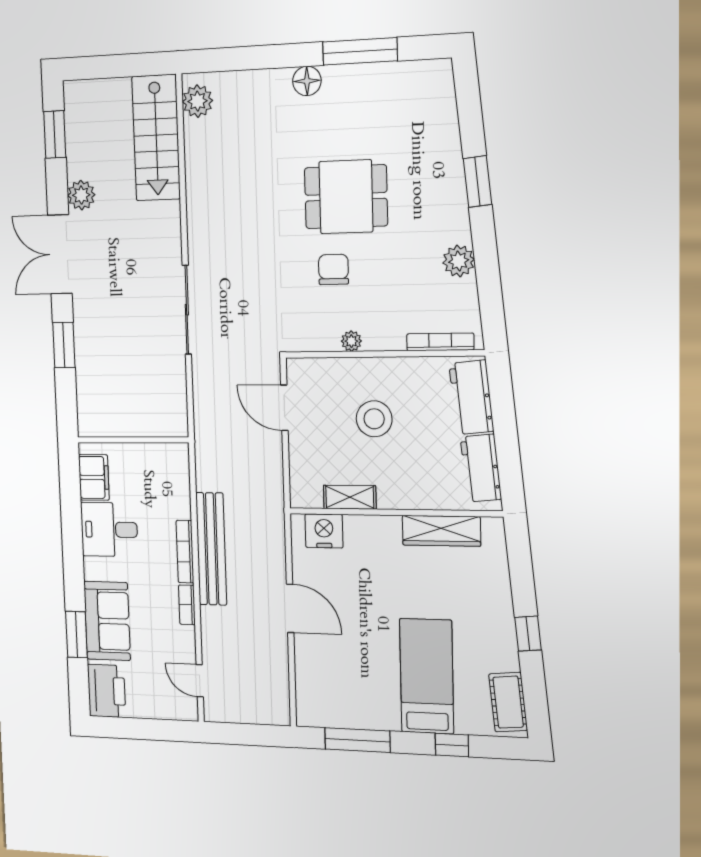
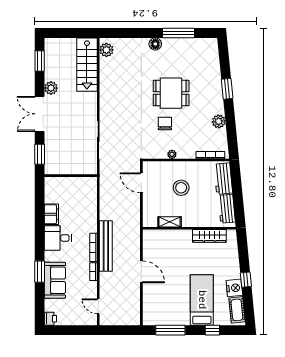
wall: (133, 440) -> (71, 176), moved
nightstand: (324, 531) -> (234, 288), moved, turned 84
window: (76, 635) -> (40, 272), moved
printer: (107, 691) -> (50, 319), width x0.53, depth x0.68

